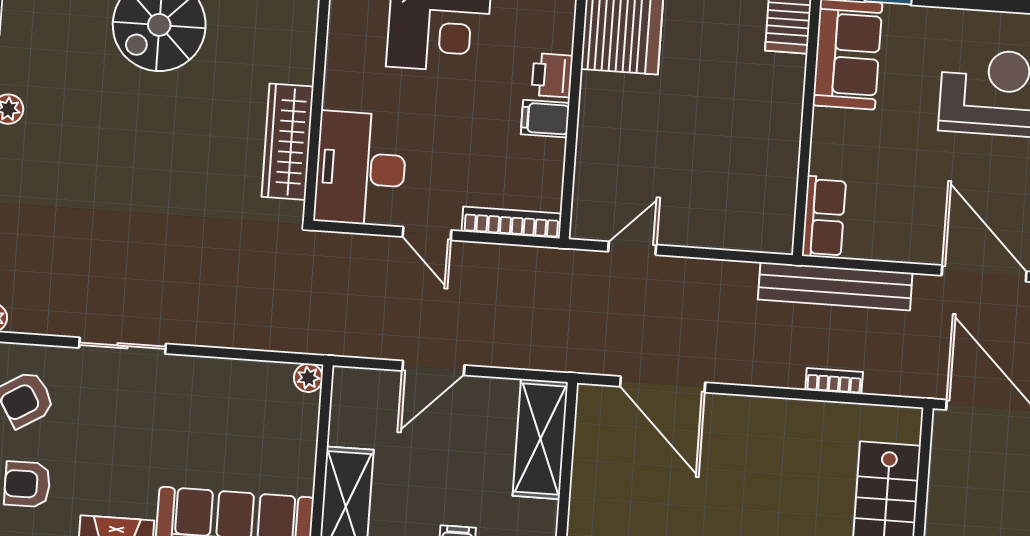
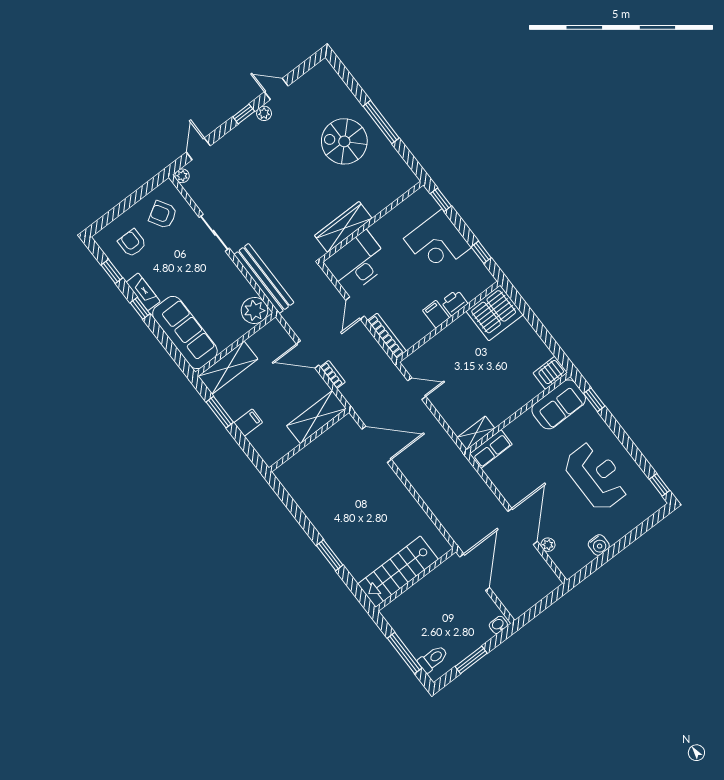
shelving: (779, 218) -> (476, 433), added
bench: (835, 286) -> (264, 279), moved
plant: (308, 378) -> (255, 311), width x1.88, depth x1.88
bookcase: (834, 381) -> (333, 374), moved
door: (663, 384) -> (377, 444), swing flipped

